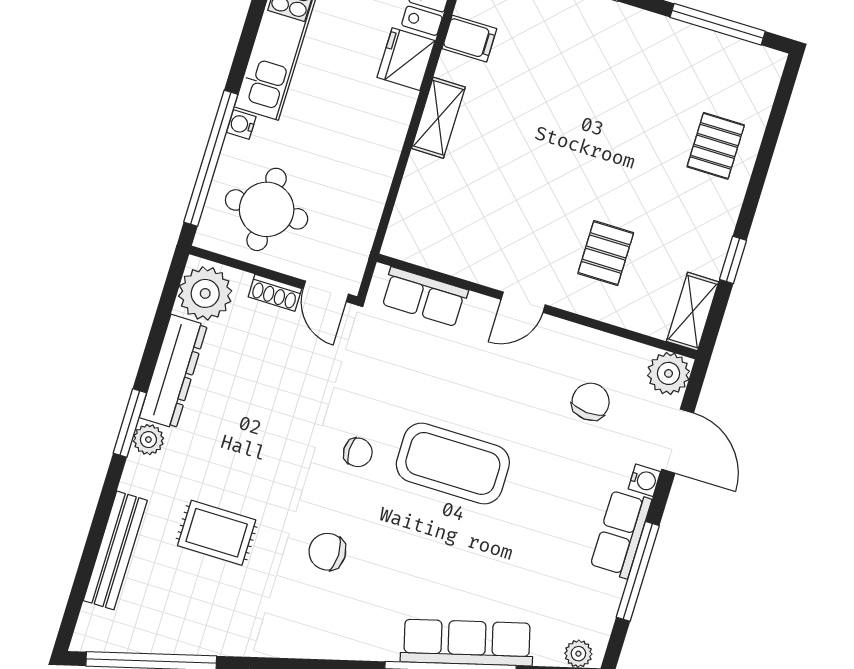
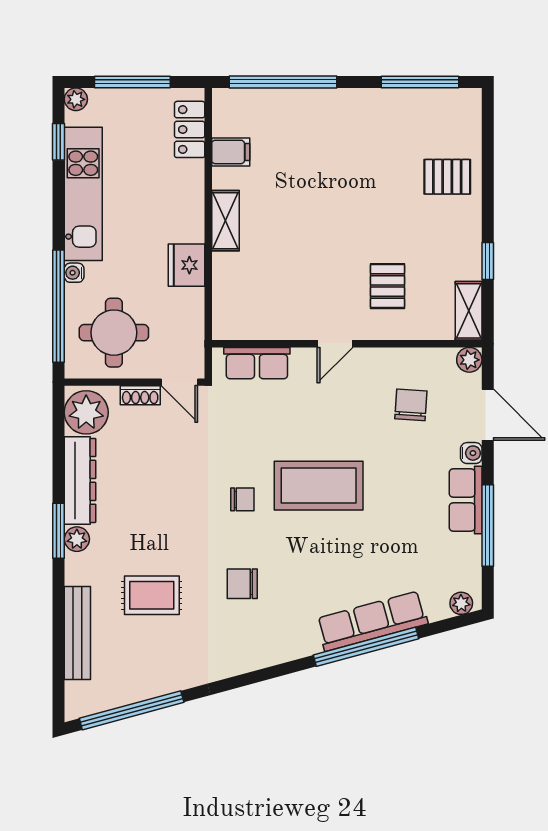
fridge: (406, 59) -> (187, 265), moved
pallet: (716, 146) -> (447, 177), turned 90
plant: (669, 373) -> (469, 360), width x0.73, depth x0.73

